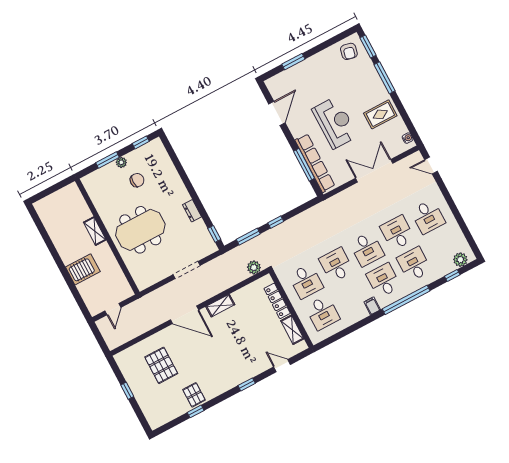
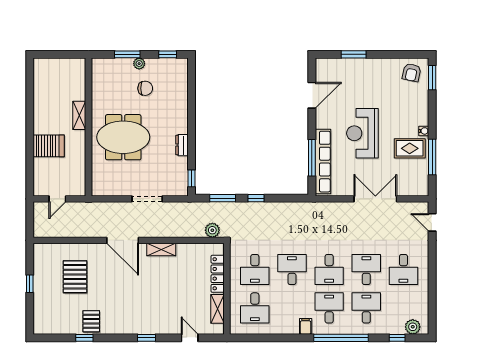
window: (385, 78) -> (432, 157), moved
reception desk: (335, 123) -> (362, 133), turned 180
water cooler: (408, 138) -> (424, 131), moved

